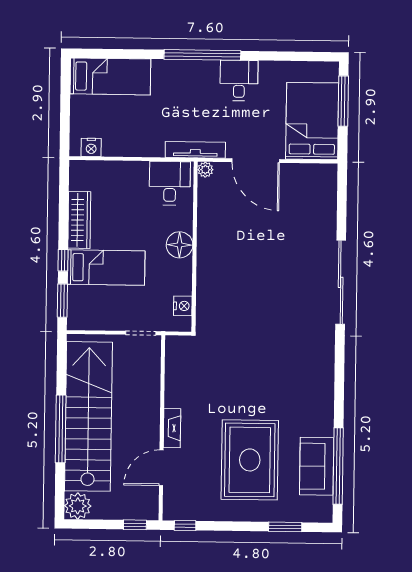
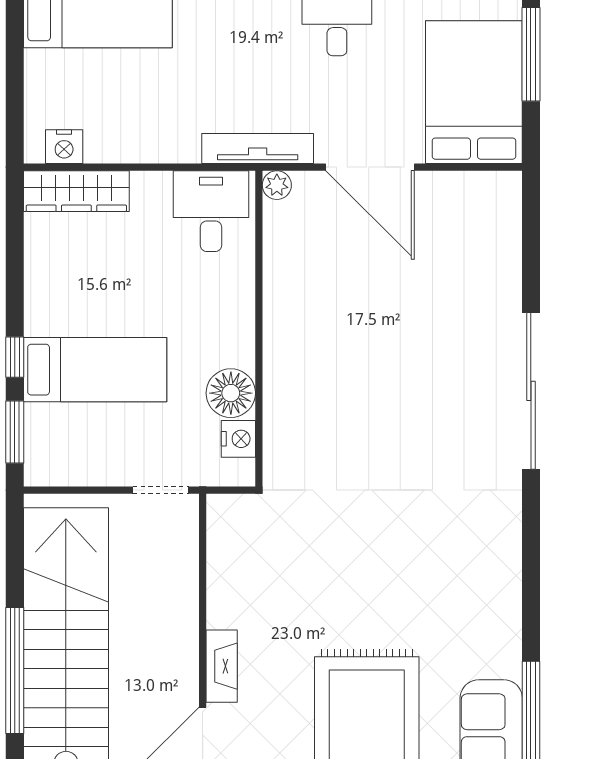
wardrobe: (79, 220) -> (76, 191), moved, turned 90
floor lamp: (180, 245) -> (231, 393), moved

